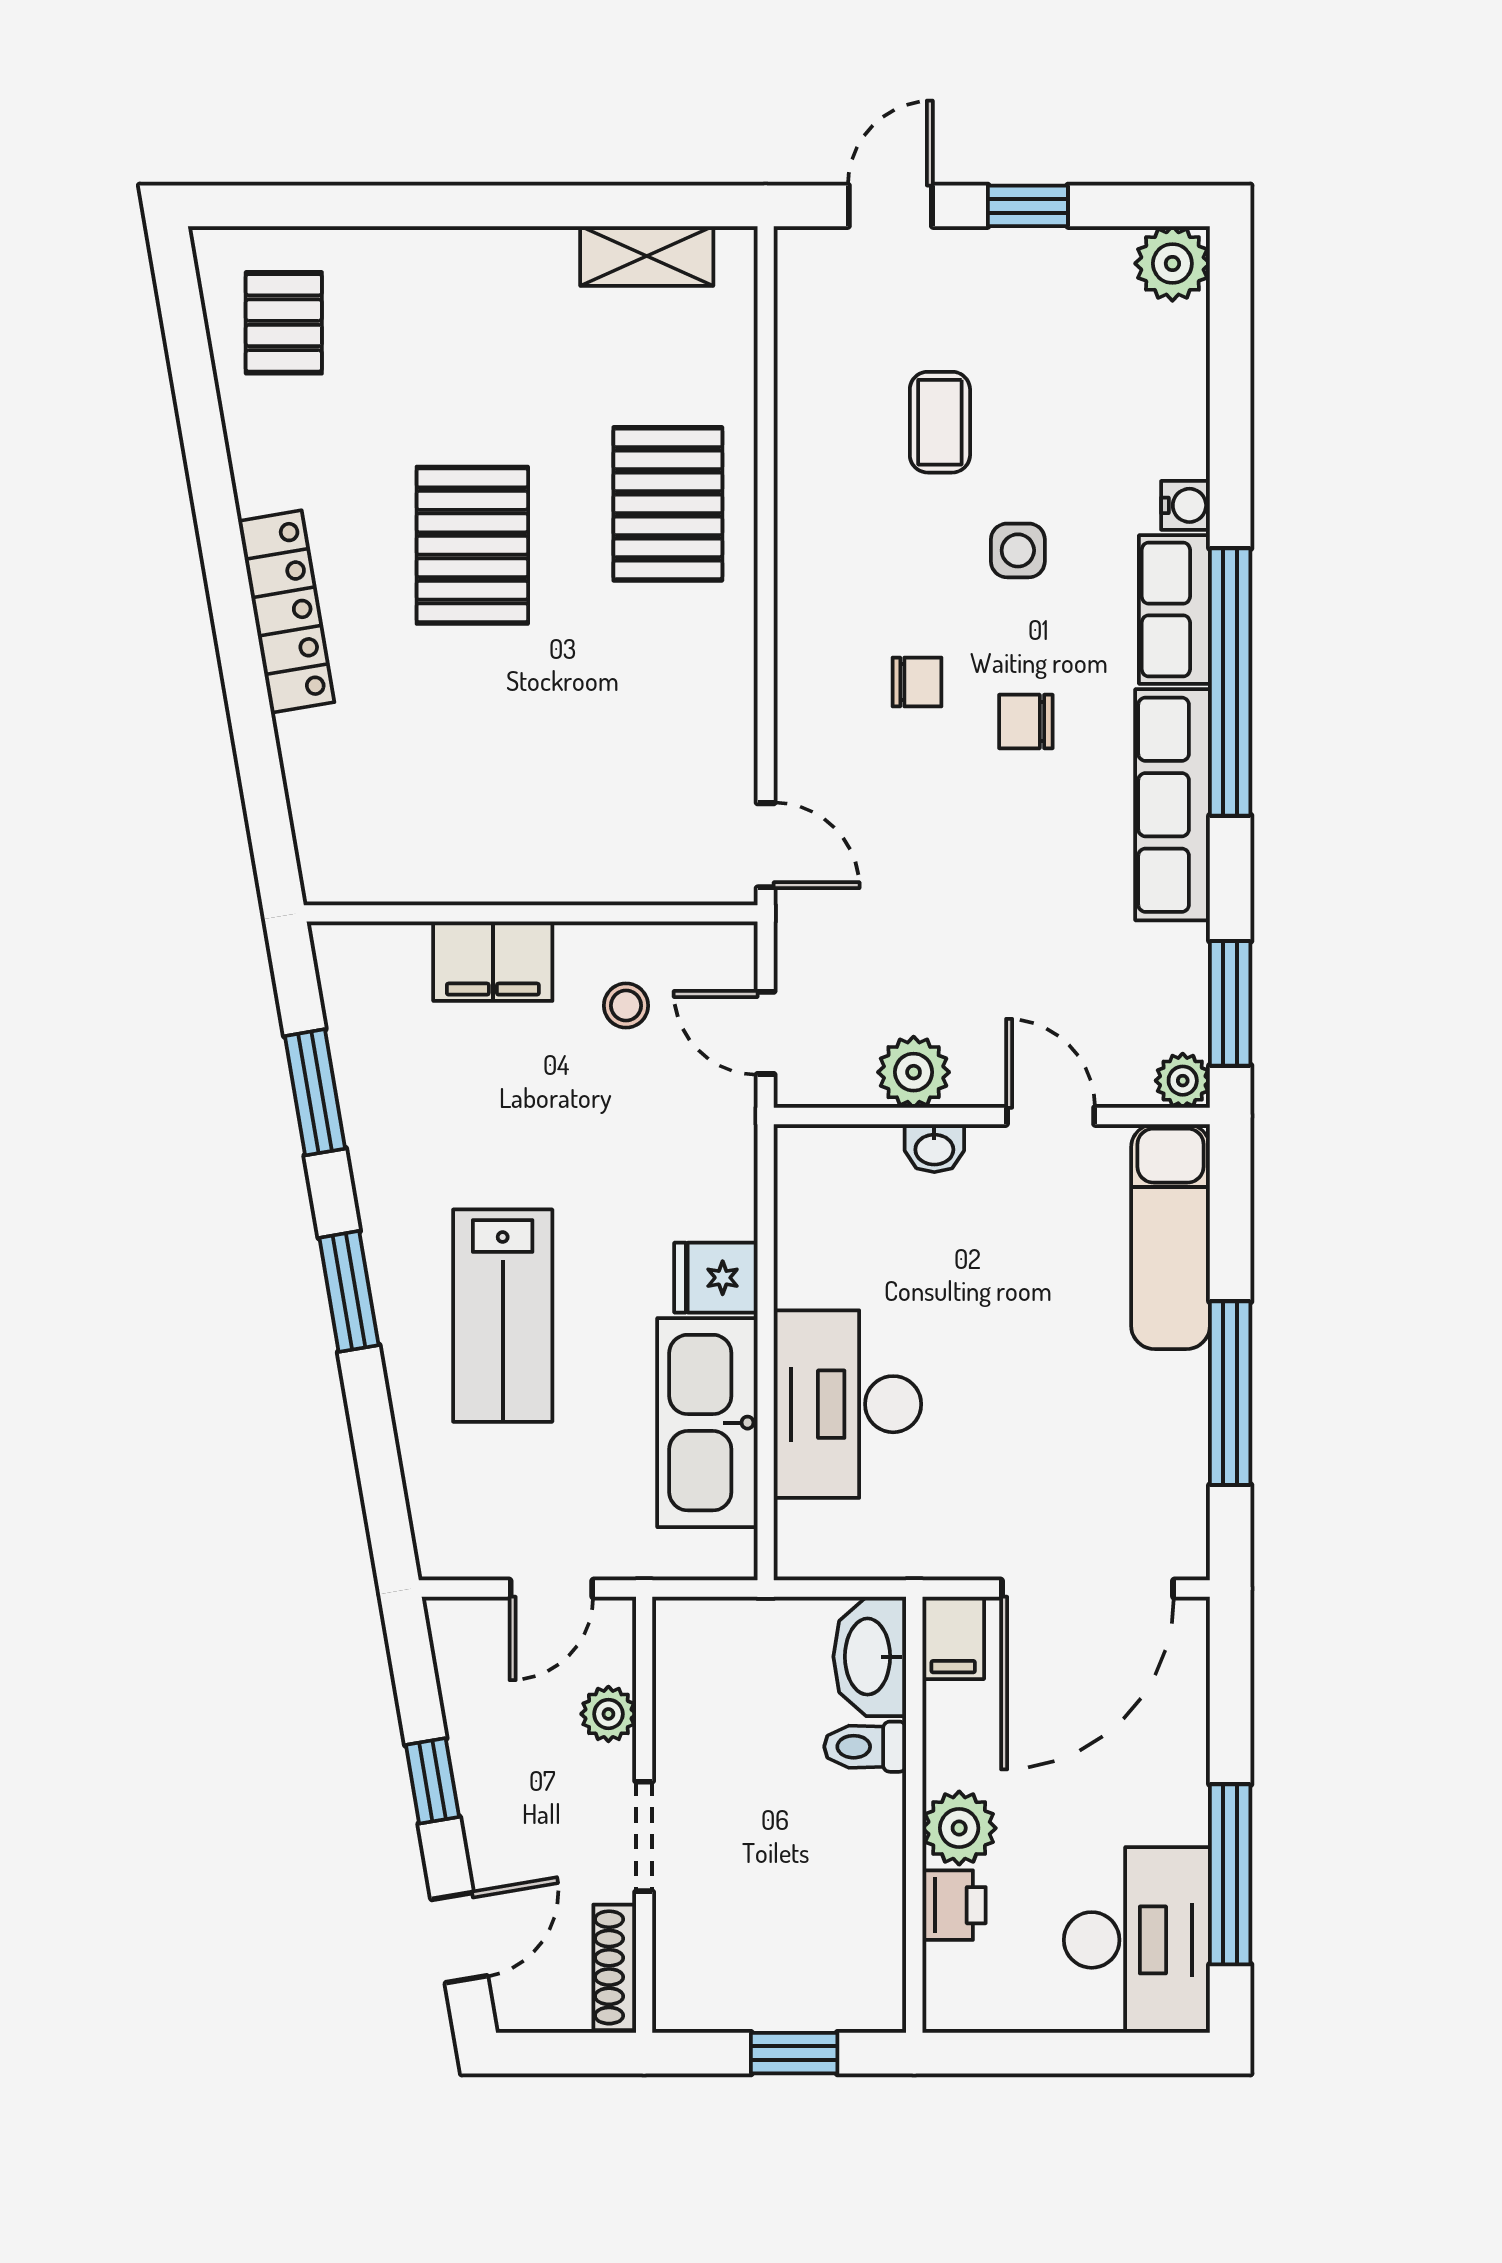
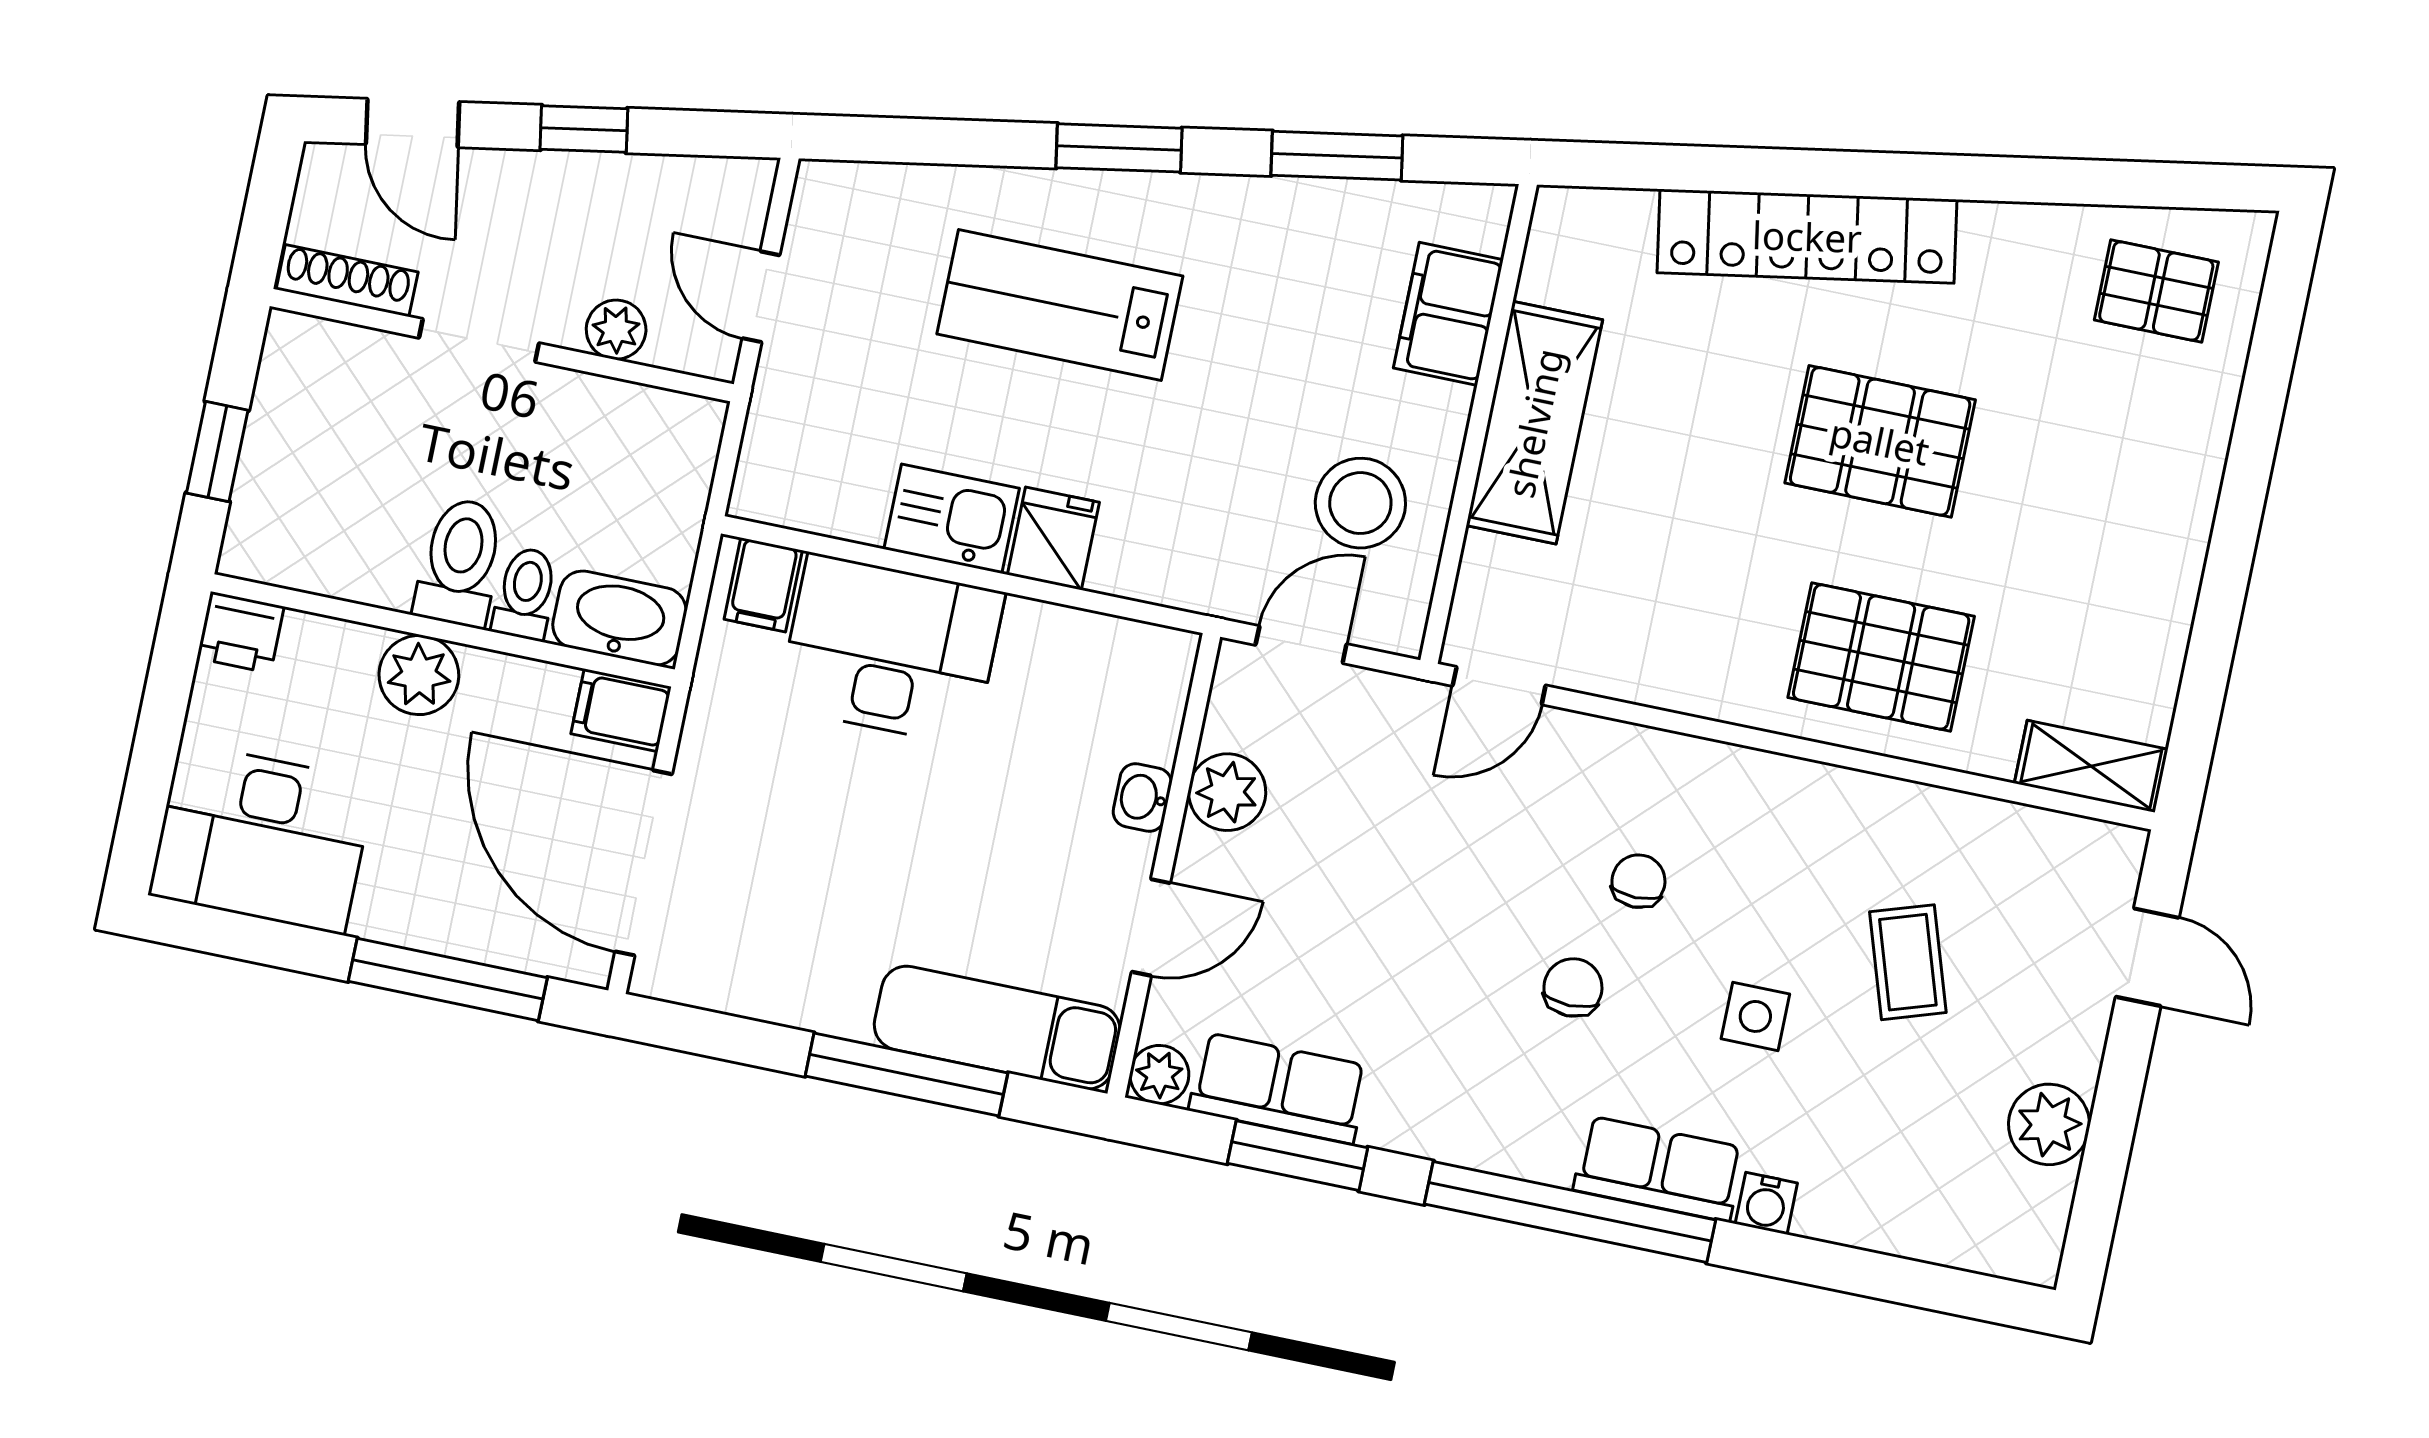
window: (1028, 206) -> (2117, 1102), removed
shelving: (647, 256) -> (2091, 766), moved, turned 90
plant: (1172, 263) -> (2049, 1124), moved
coffee table: (940, 422) -> (1908, 962), turned 72
locker: (286, 612) -> (1807, 236), width x1.41, depth x1.21
chair: (917, 682) -> (1638, 881), turned 180
row of seats: (1173, 805) -> (1279, 1088), moved, width x0.68
shelving: (520, 863) -> (1534, 423), added
filing cabinet: (493, 961) -> (1448, 314), moved
window: (1230, 1003) -> (1298, 1156), moved
stool: (626, 1006) -> (1360, 503), width x1.89, depth x1.89
window: (1230, 1393) -> (906, 1075), moved
kitchen sink: (707, 1423) -> (952, 519), width x0.53, depth x0.81
filing cabinet: (812, 1532) -> (763, 585), added
toilet: (849, 1812) -> (460, 562), added
window: (1230, 1874) -> (448, 980), moved
printer: (954, 1905) -> (240, 632), moved

